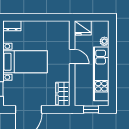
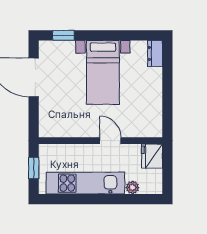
door: (72, 57) -> (110, 141), swing flipped
wardrobe: (63, 94) -> (56, 127), removed

